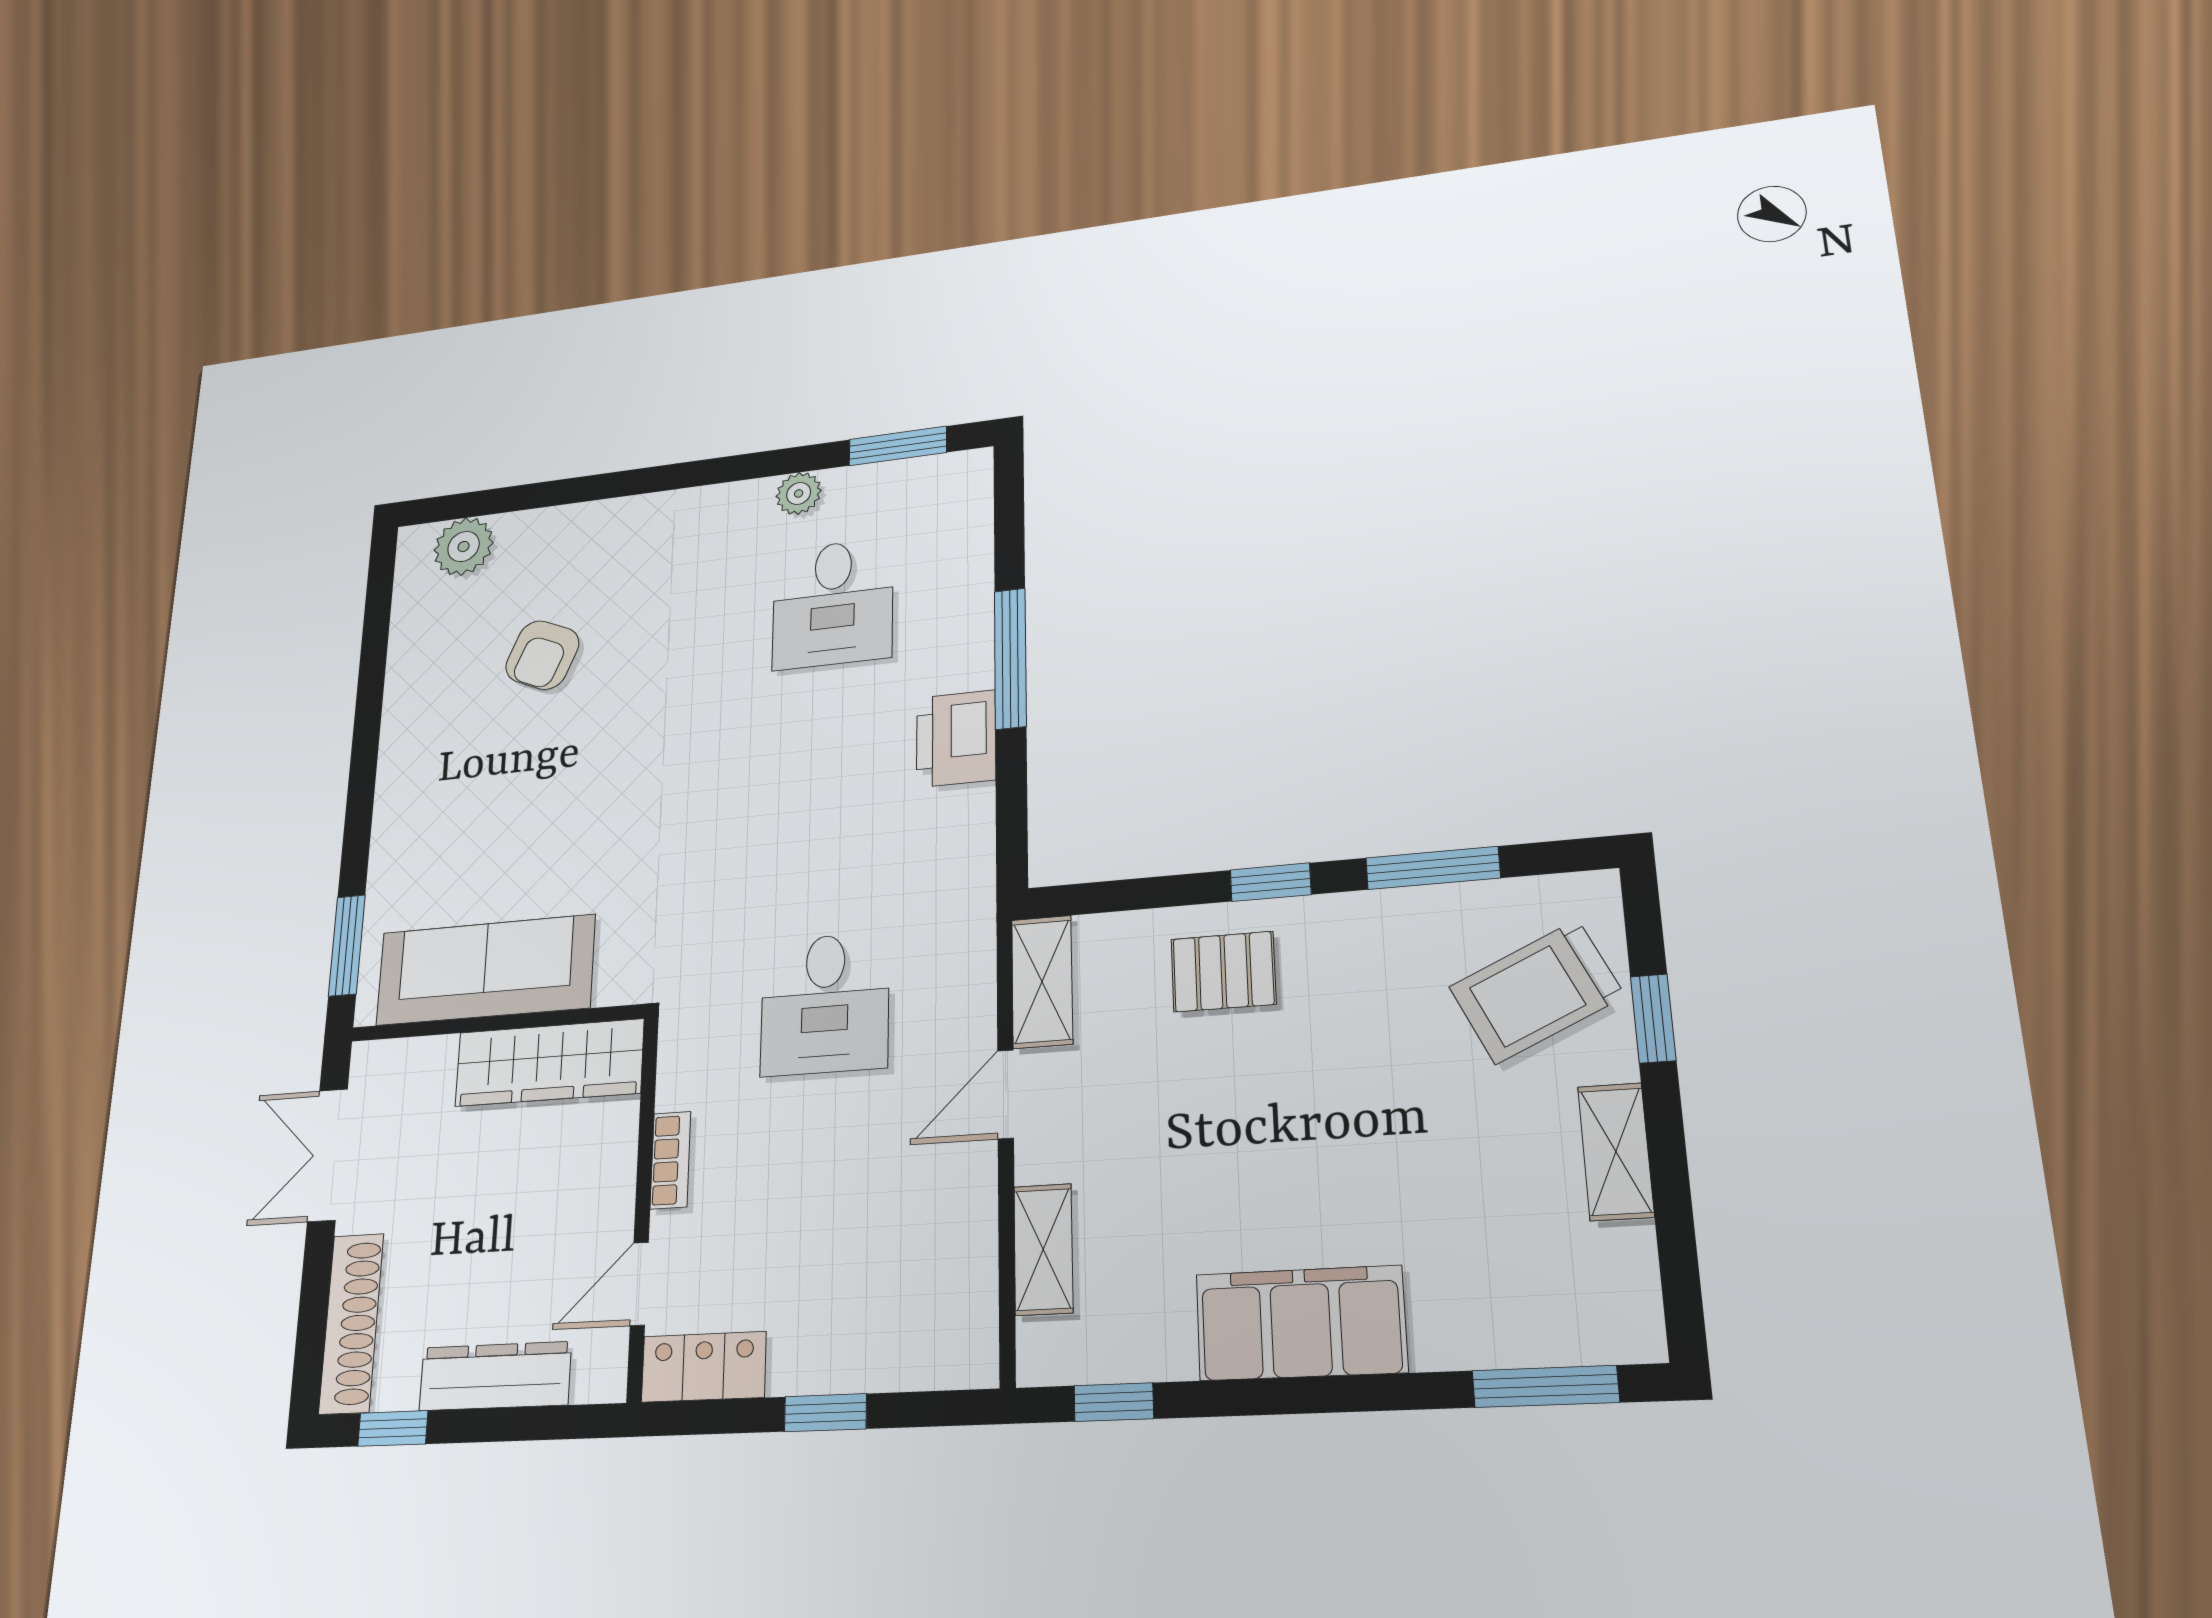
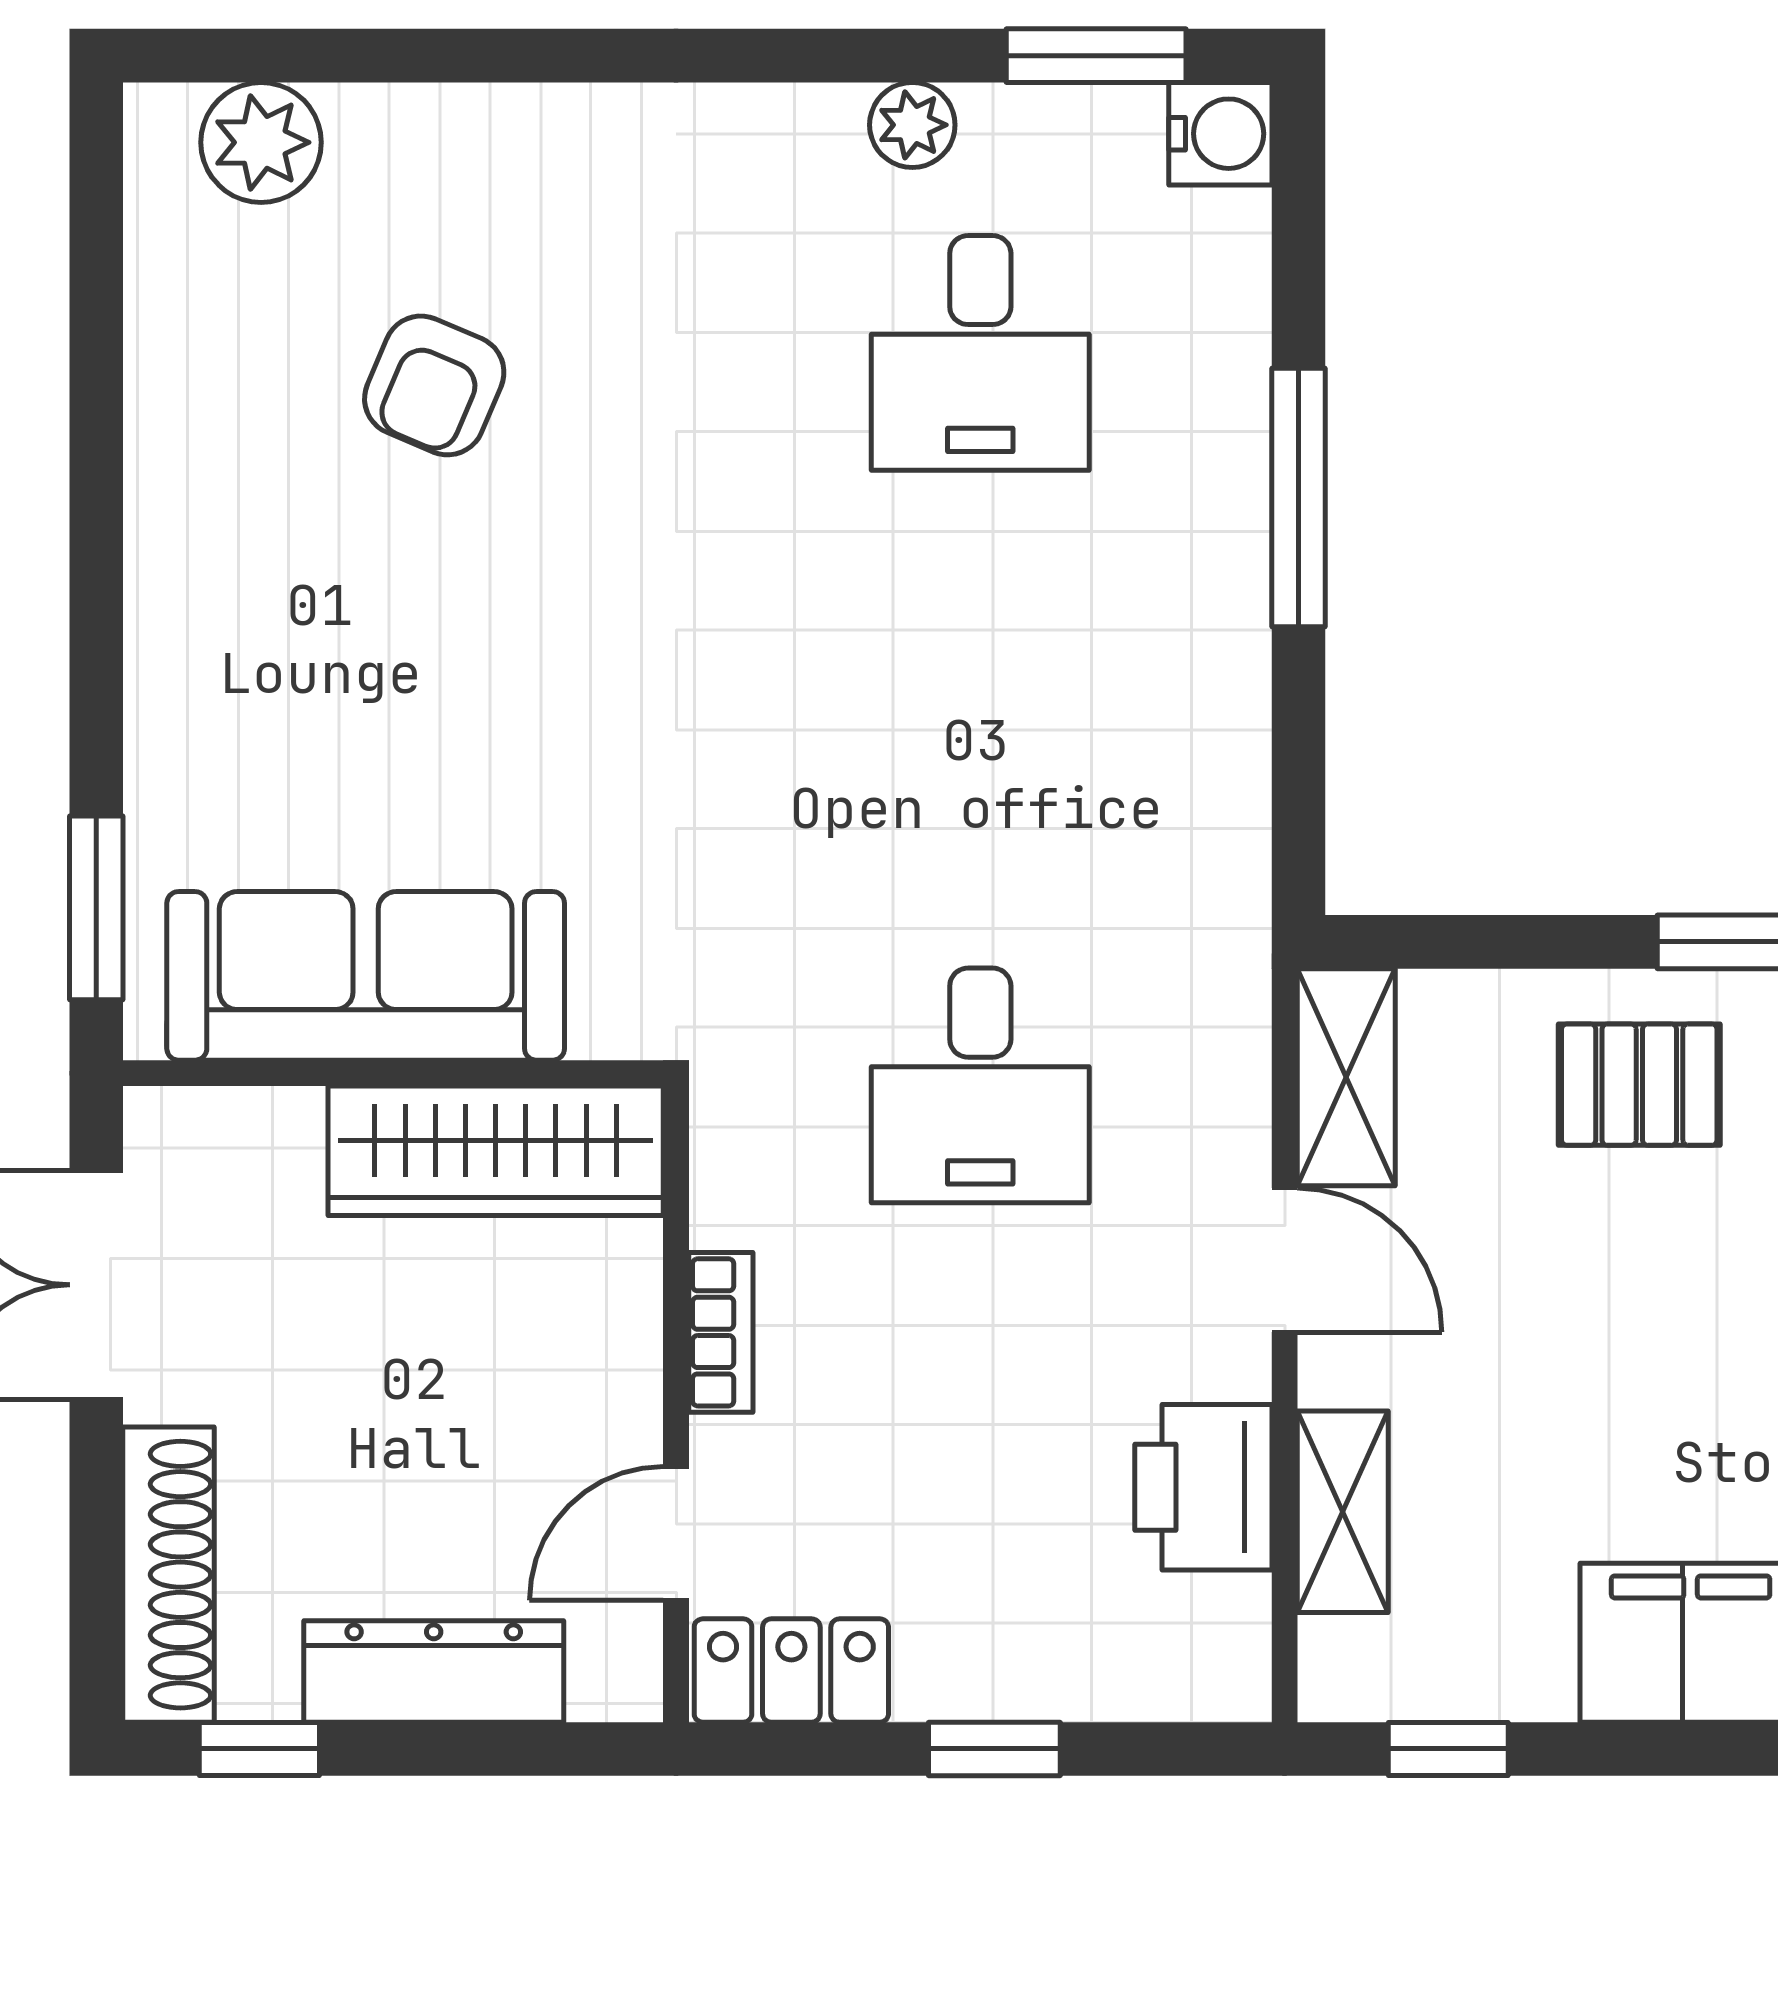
water cooler: (965, 476) -> (1220, 134), added
printer: (956, 739) -> (1203, 1487), moved
door: (1006, 1094) -> (1285, 1260), swing flipped

